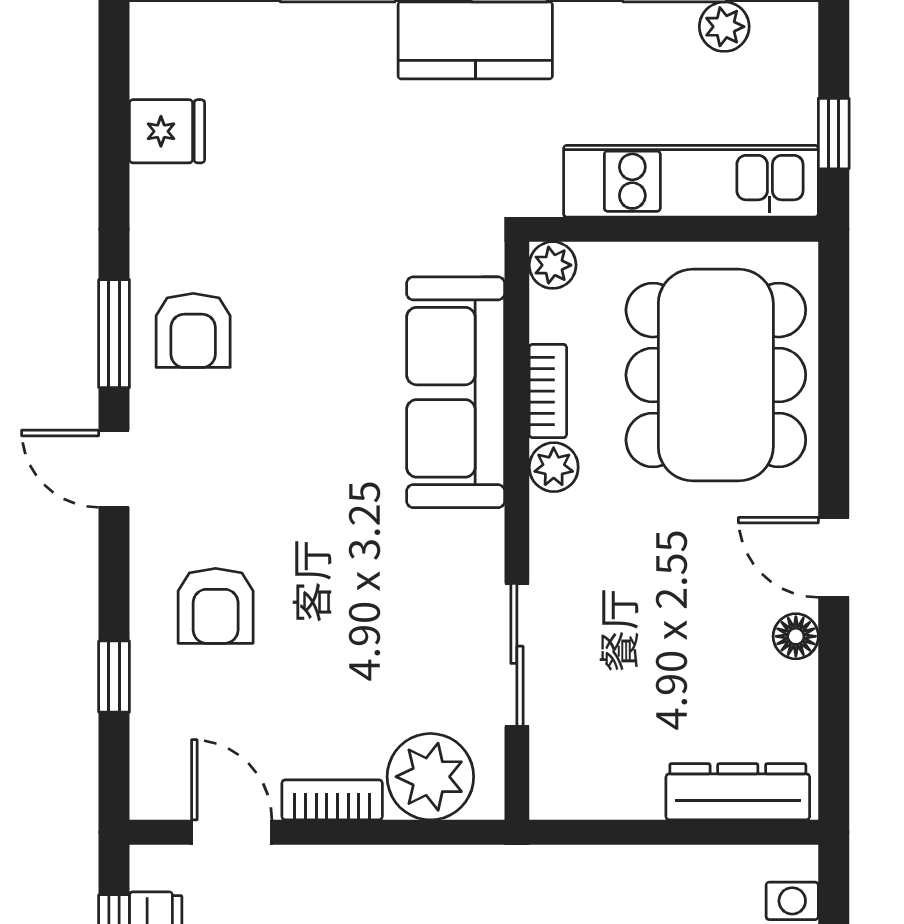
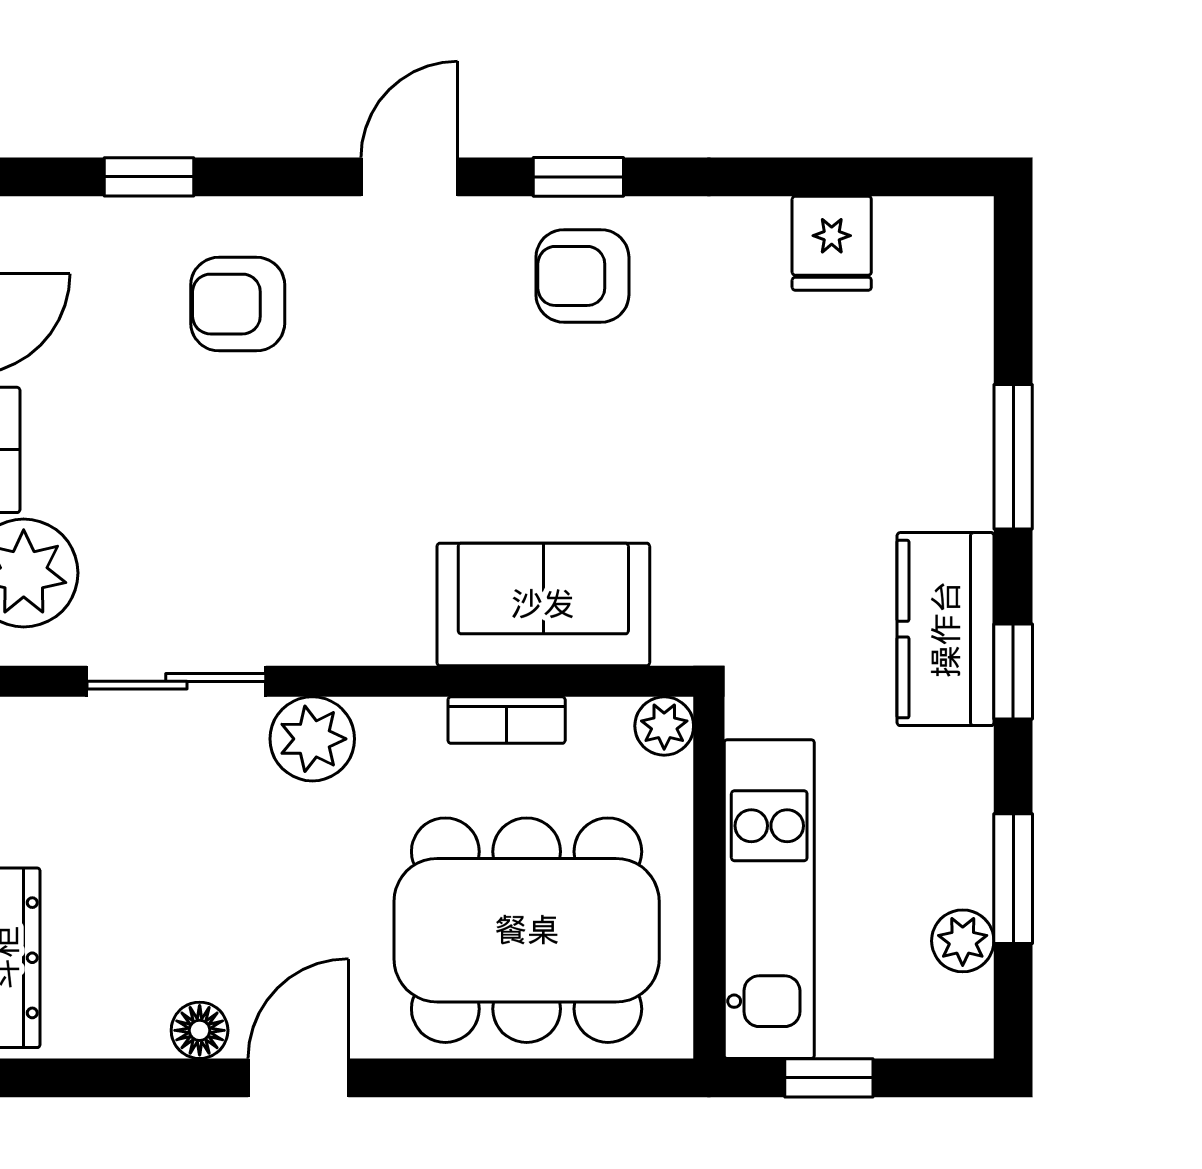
window: (114, 334) -> (578, 177), width x0.67
sofa: (456, 392) -> (543, 604), width x0.73
plant: (554, 467) -> (312, 739), moved, width x1.38, depth x1.38

